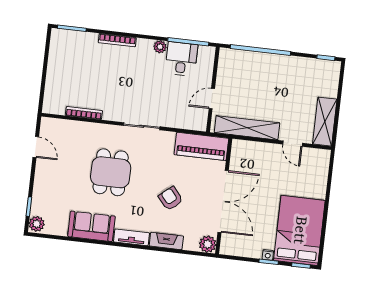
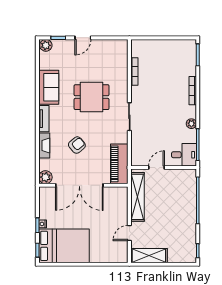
desk: (181, 59) -> (184, 155), moved
door: (212, 99) -> (157, 168), hinge flipped
door: (36, 147) -> (83, 38), moved

